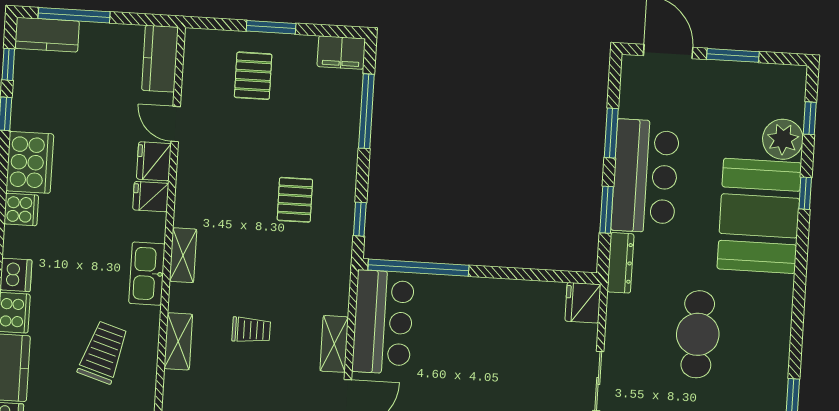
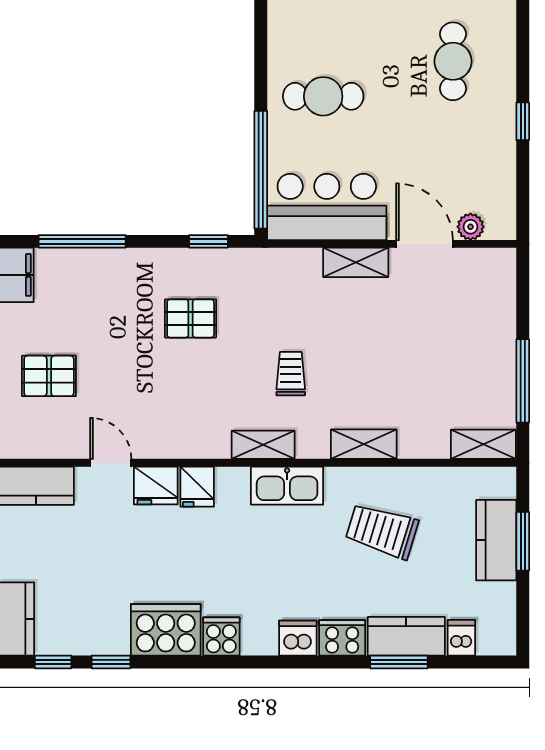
door: (176, 124) -> (111, 463), swing flipped
cafe table: (478, 325) -> (323, 96), added
trolley: (251, 330) -> (291, 374), moved

